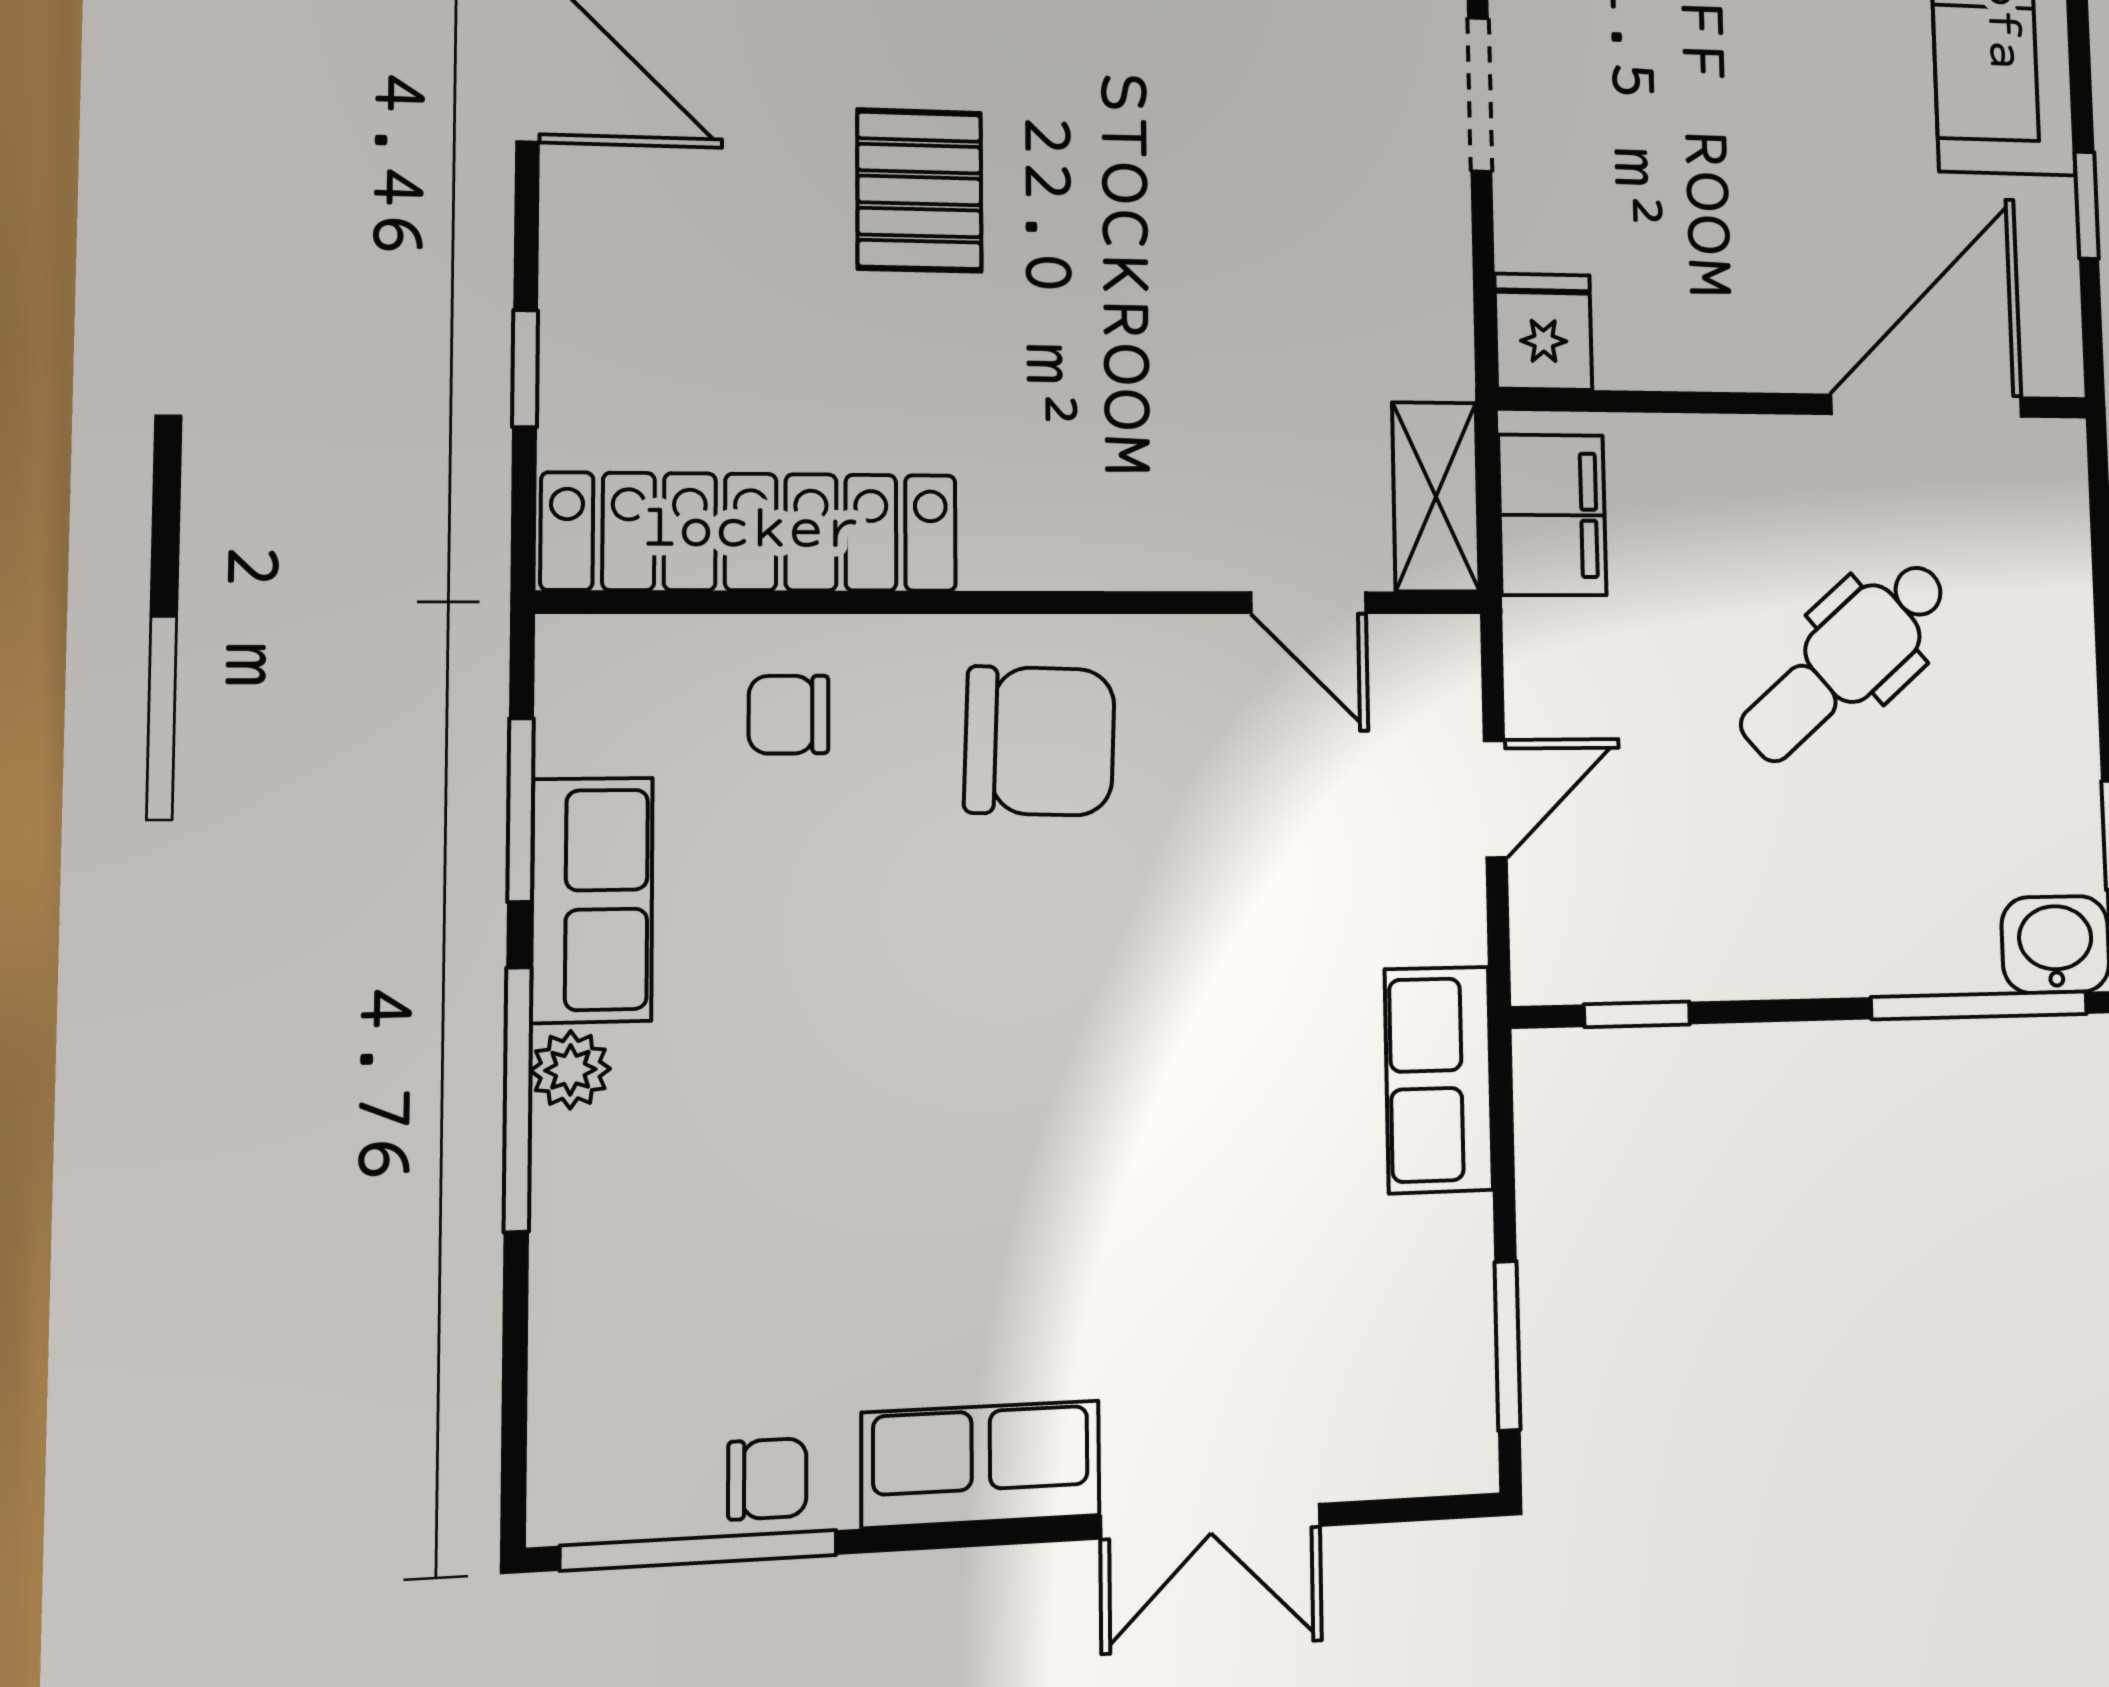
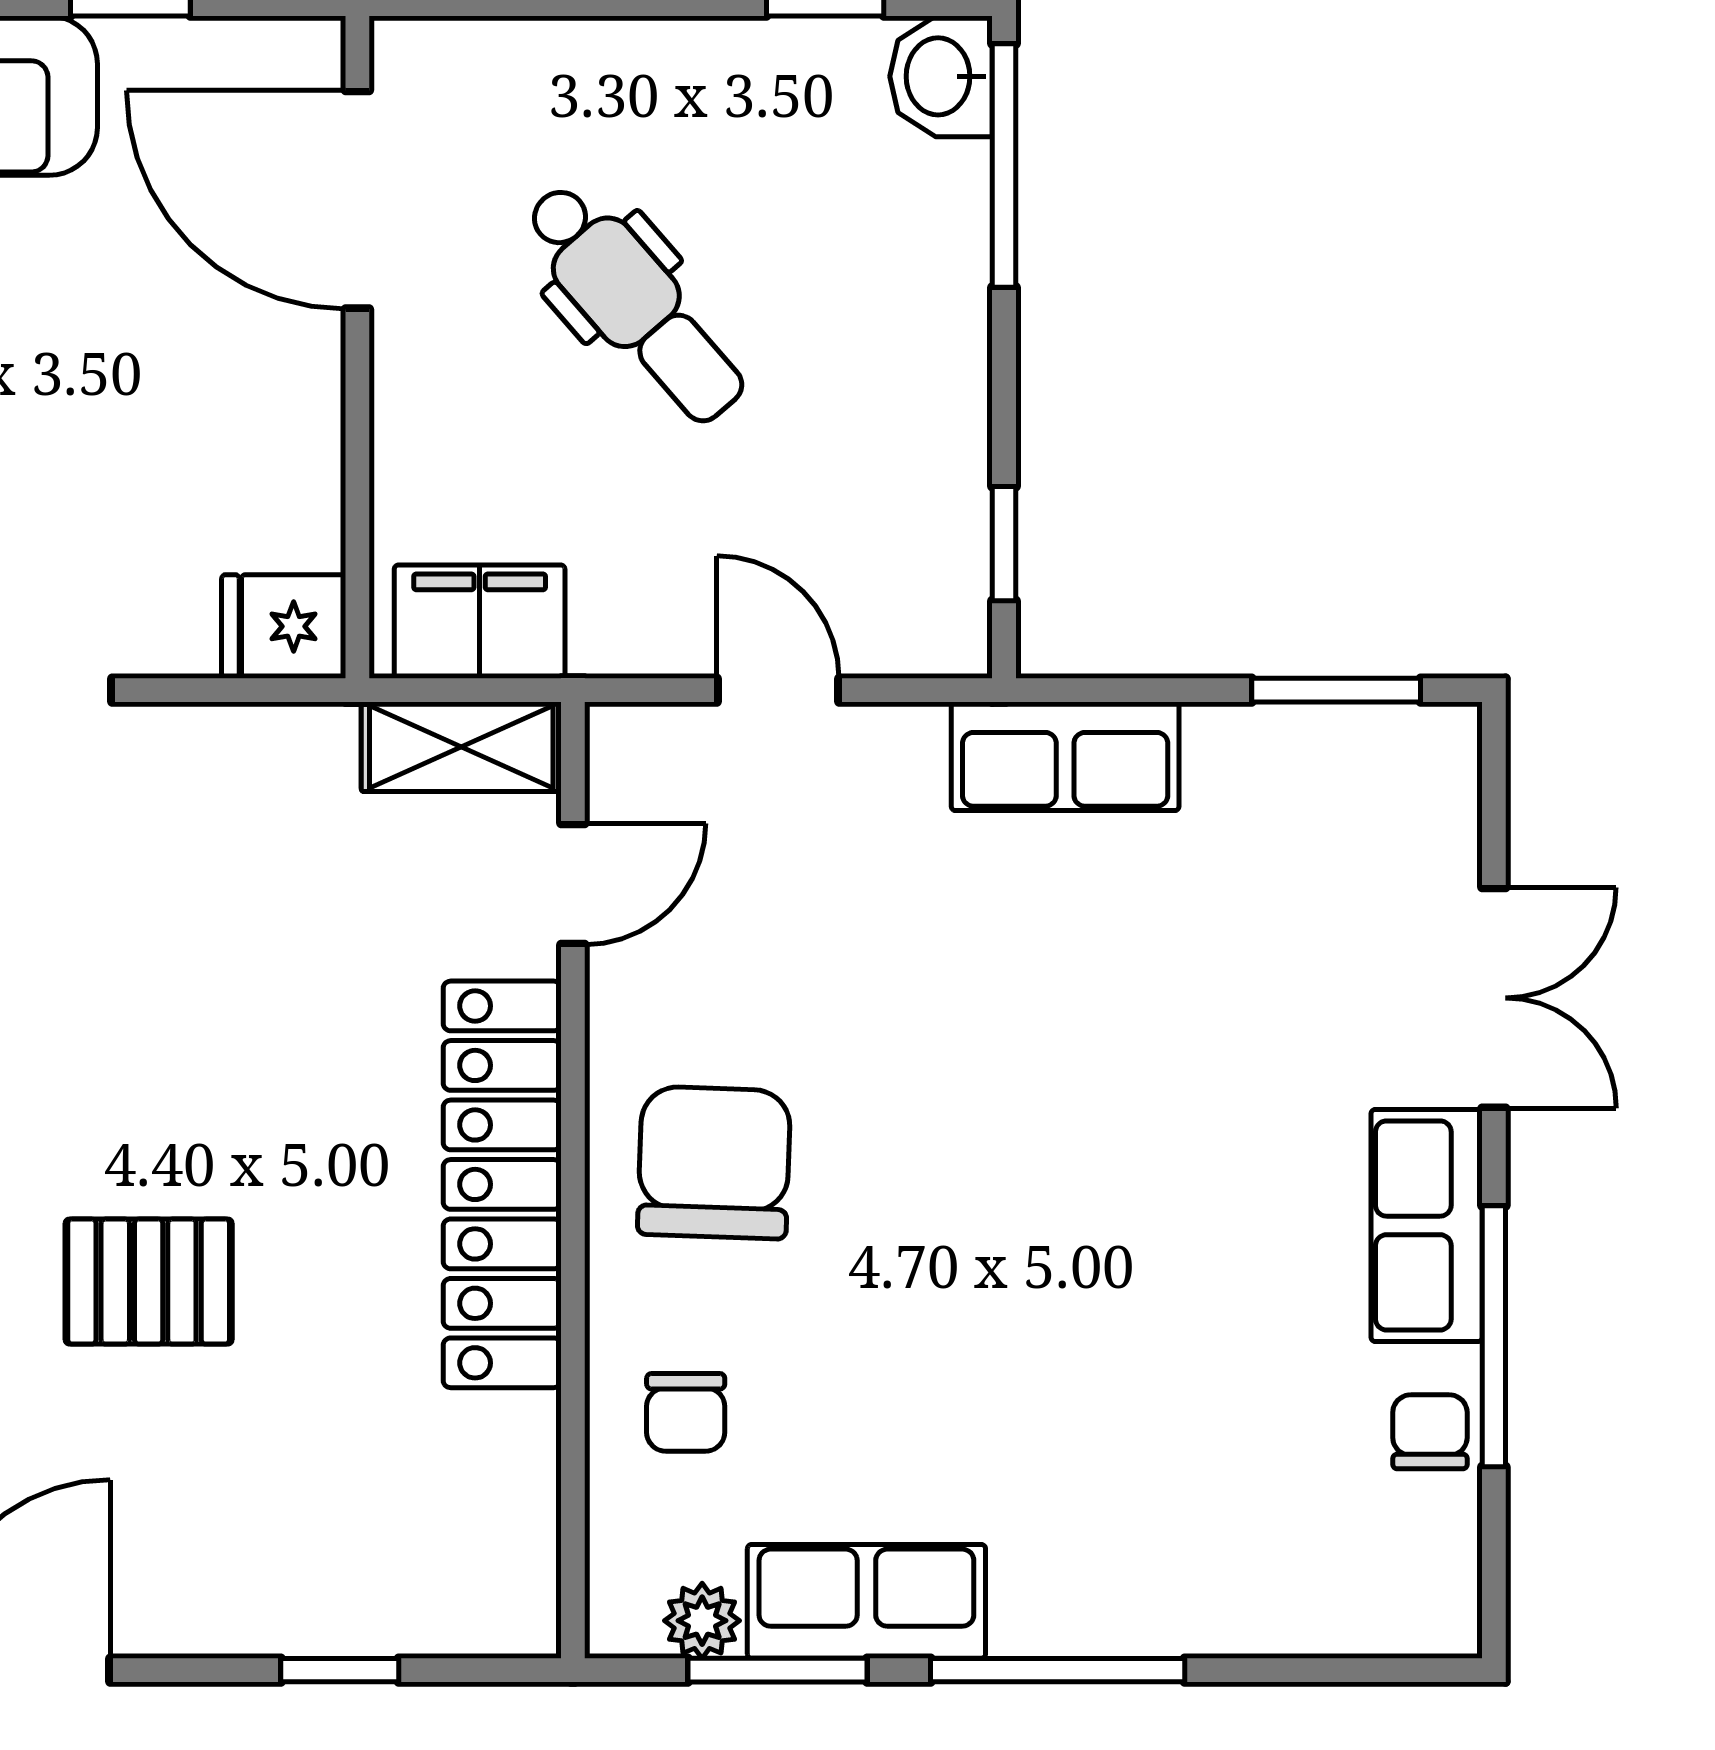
locker: (751, 532) -> (502, 1184), moved
plant: (570, 1070) -> (702, 1621), moved
window: (699, 1550) -> (1494, 1336), moved

